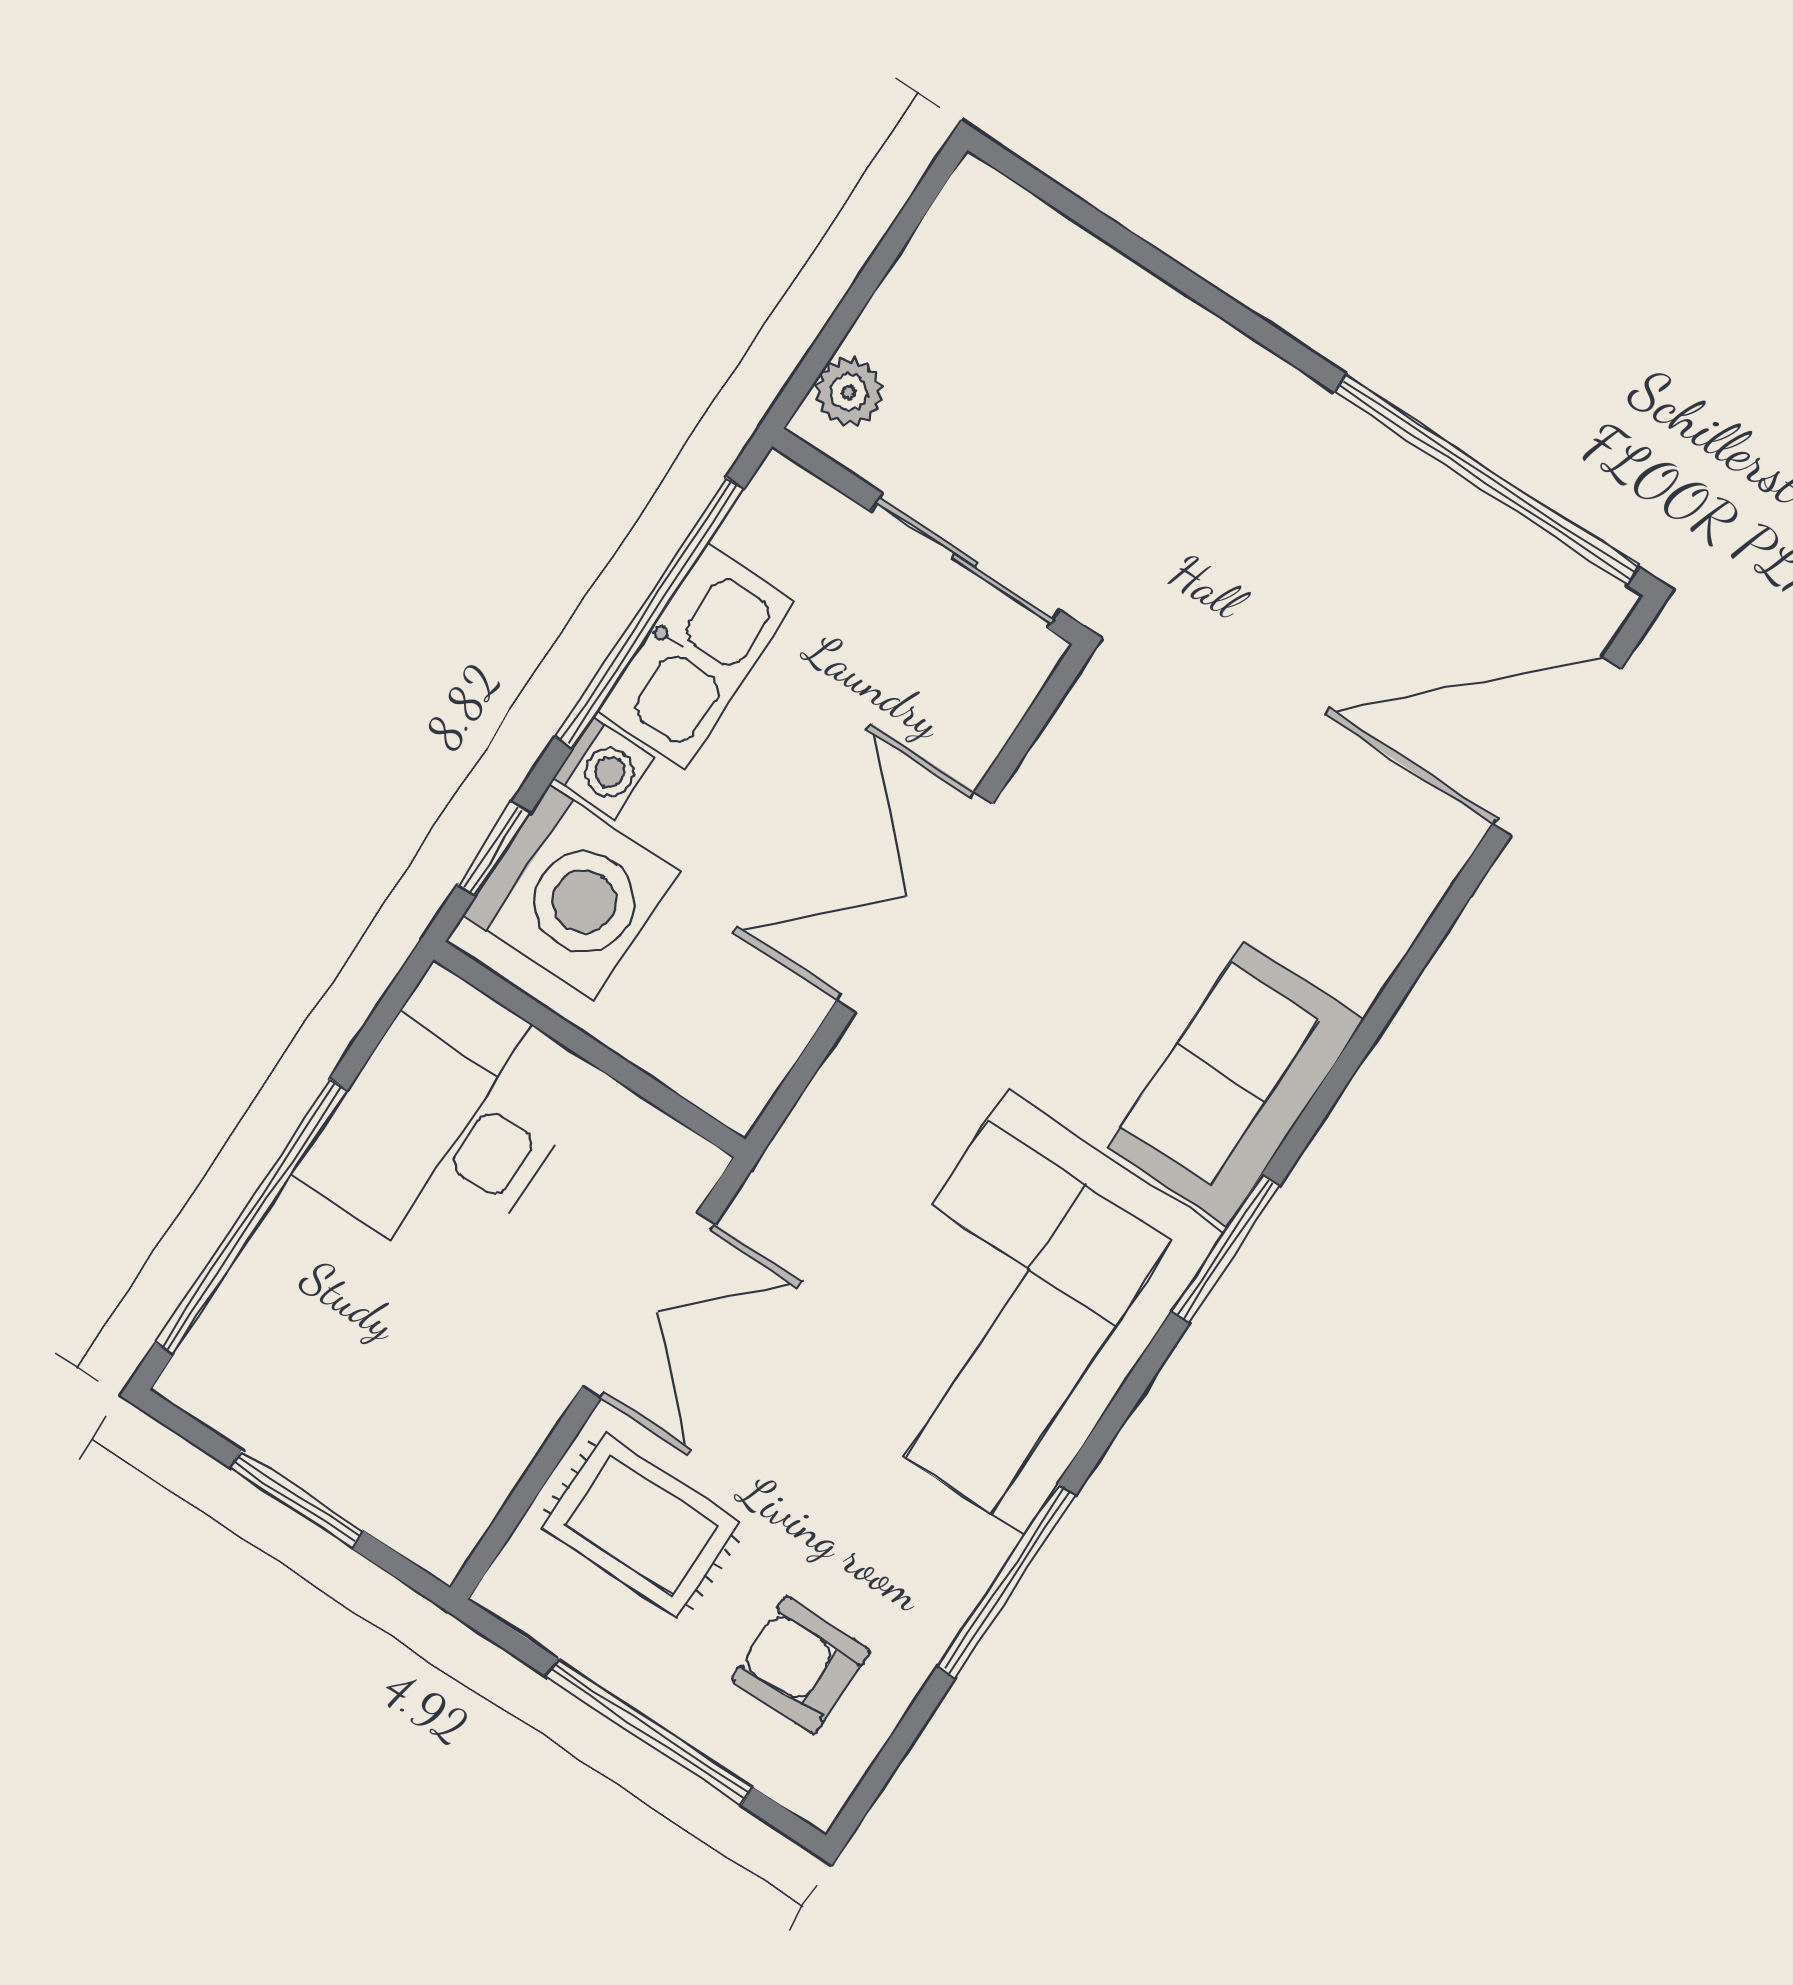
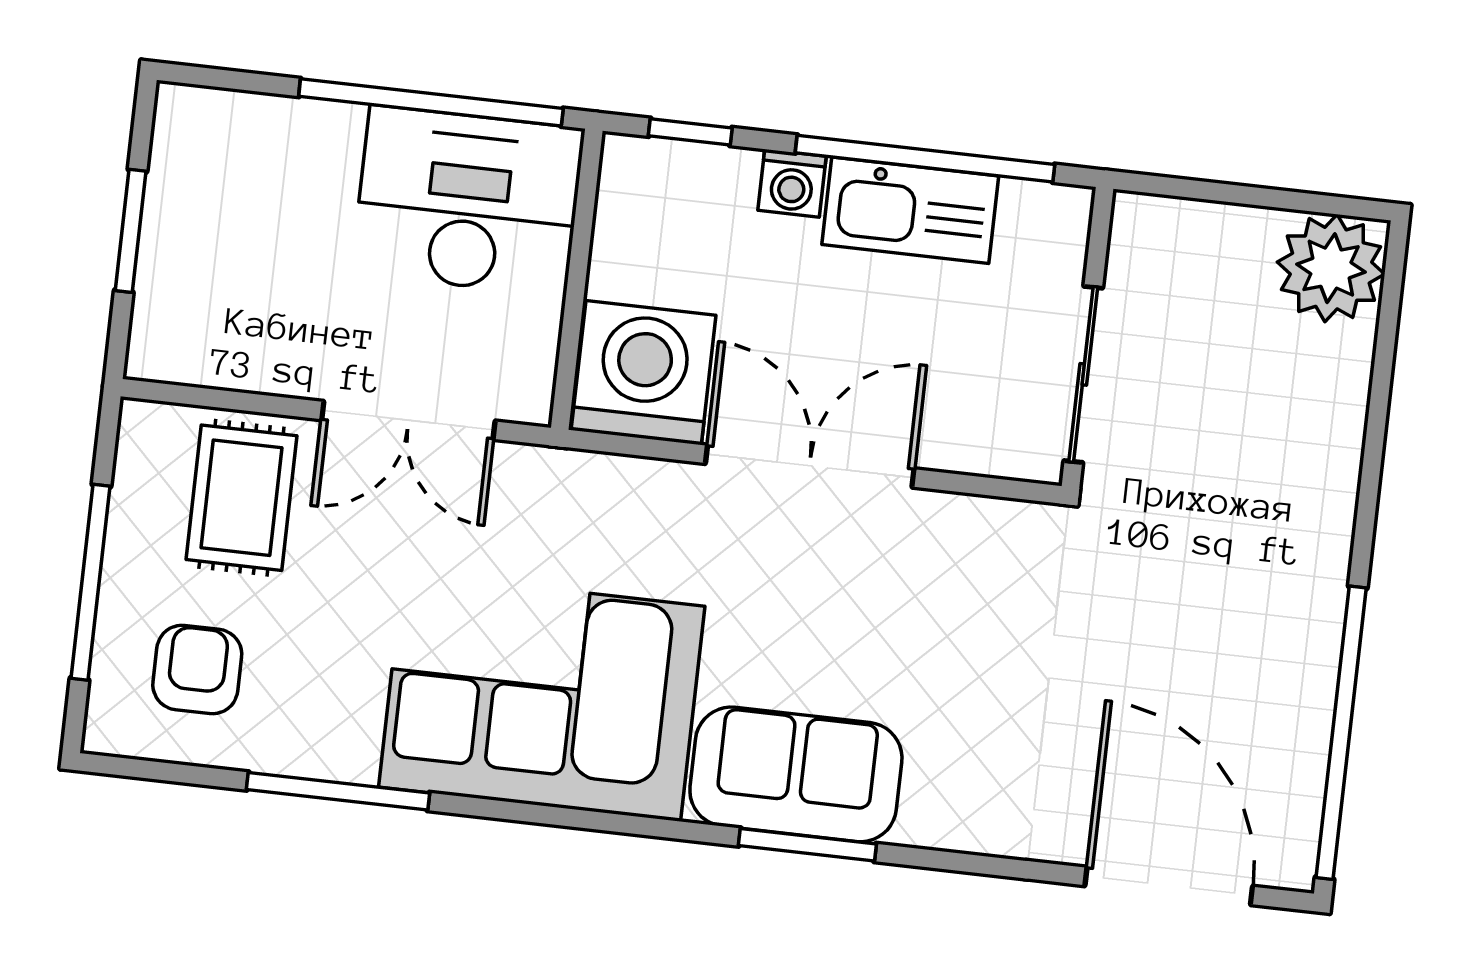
plant: (849, 392) -> (1331, 268), moved, width x1.87, depth x1.87
washing machine: (571, 893) -> (644, 373), moved, turned 180
window: (251, 1216) -> (431, 102), moved
window: (1226, 1249) -> (807, 845), moved

